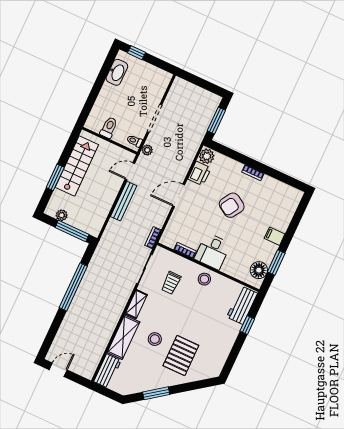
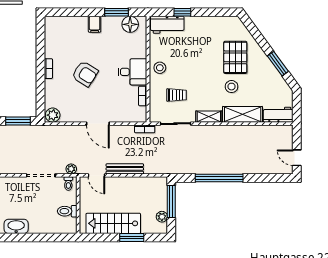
printer: (199, 173) -> (70, 114), removed
pallet: (181, 356) -> (235, 57), turned 90

